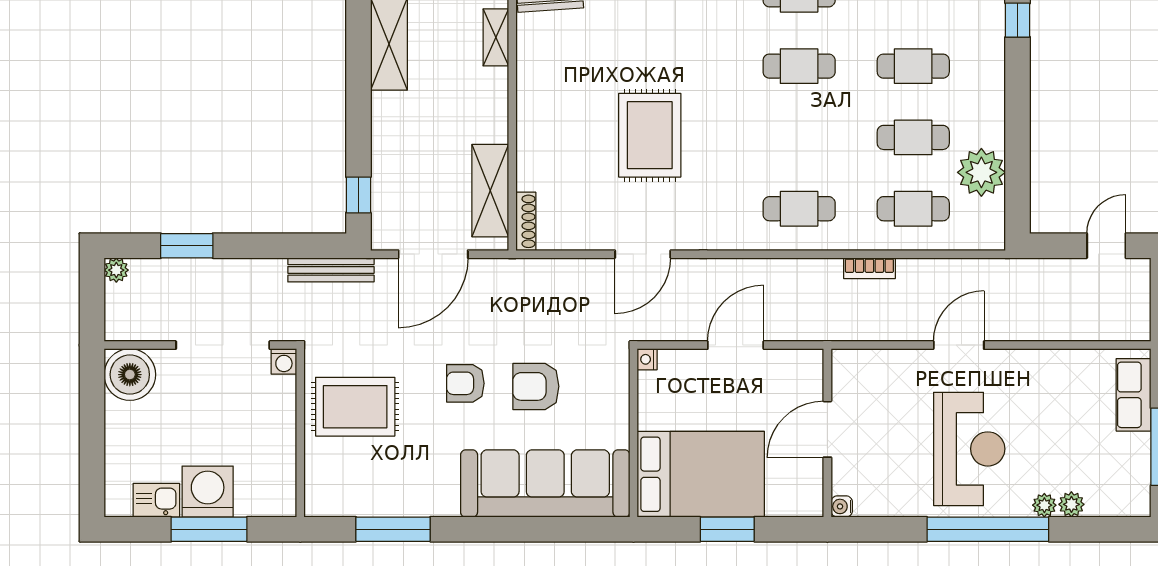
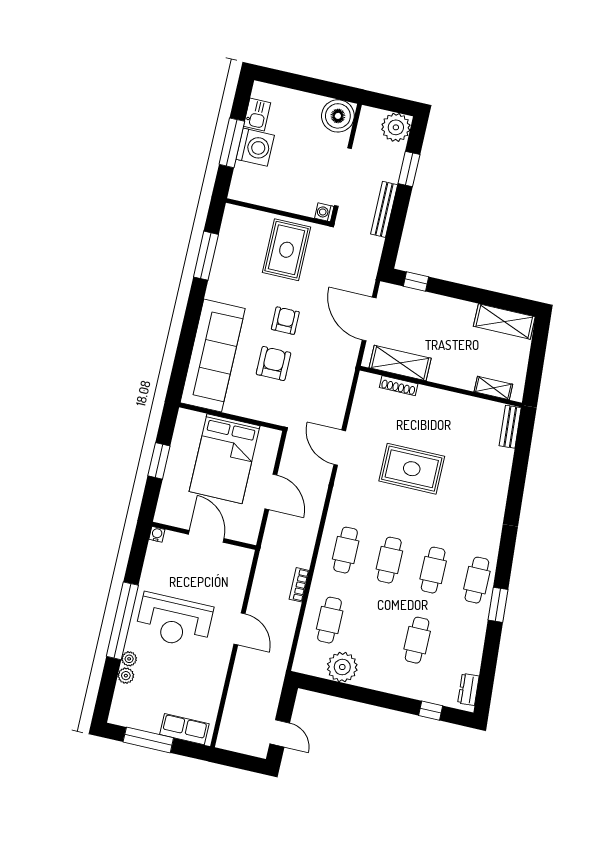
cafe table: (913, 137) -> (389, 560), moved
shoe rack: (526, 221) -> (399, 386), moved
plant: (116, 270) -> (396, 127), width x1.88, depth x1.88
bench: (331, 270) -> (384, 209), moved
nightstand: (647, 359) -> (275, 436), removed
bed: (701, 474) -> (225, 459), moved

